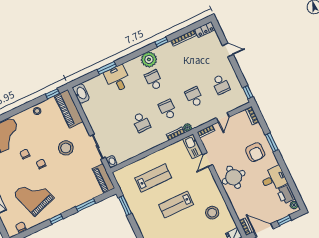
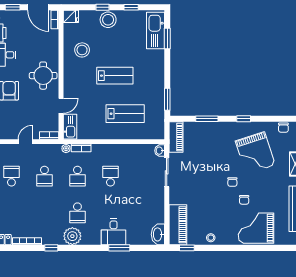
stool: (66, 148) -> (200, 186), removed
lab bench: (153, 178) -> (125, 114), turned 180

